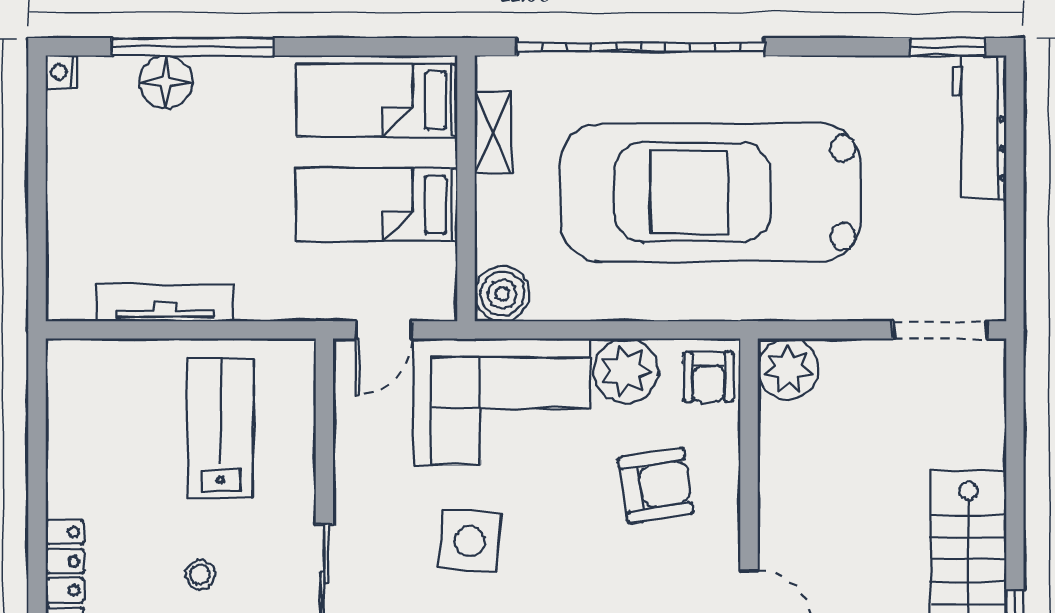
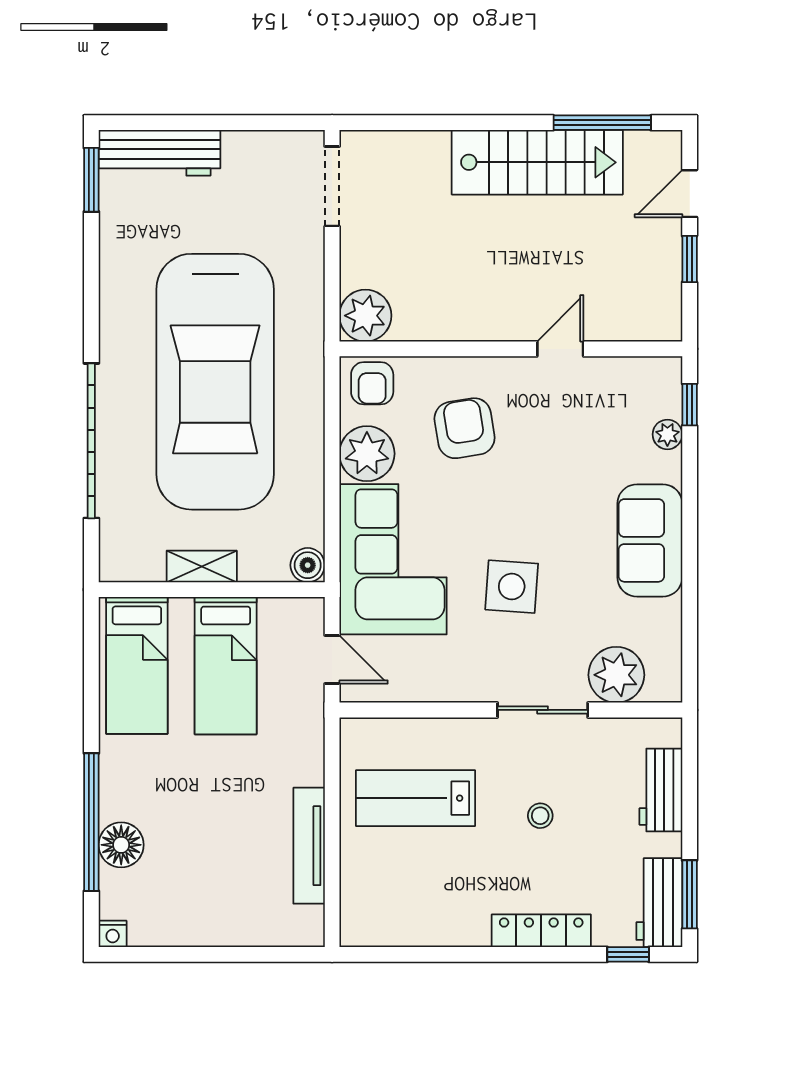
garage door: (641, 47) -> (91, 441), width x0.73
shelving: (493, 132) -> (202, 566), moved
boiler: (502, 294) -> (308, 565), width x0.73, depth x0.73
armchair: (709, 377) -> (372, 383), turned 90

